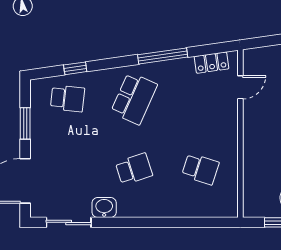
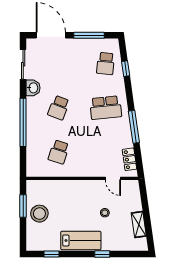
school desk: (134, 98) -> (106, 108), turned -30
window: (25, 123) -> (89, 35), width x1.44
school desk: (134, 169) -> (59, 108), turned 39
window: (156, 222) -> (23, 122), added

